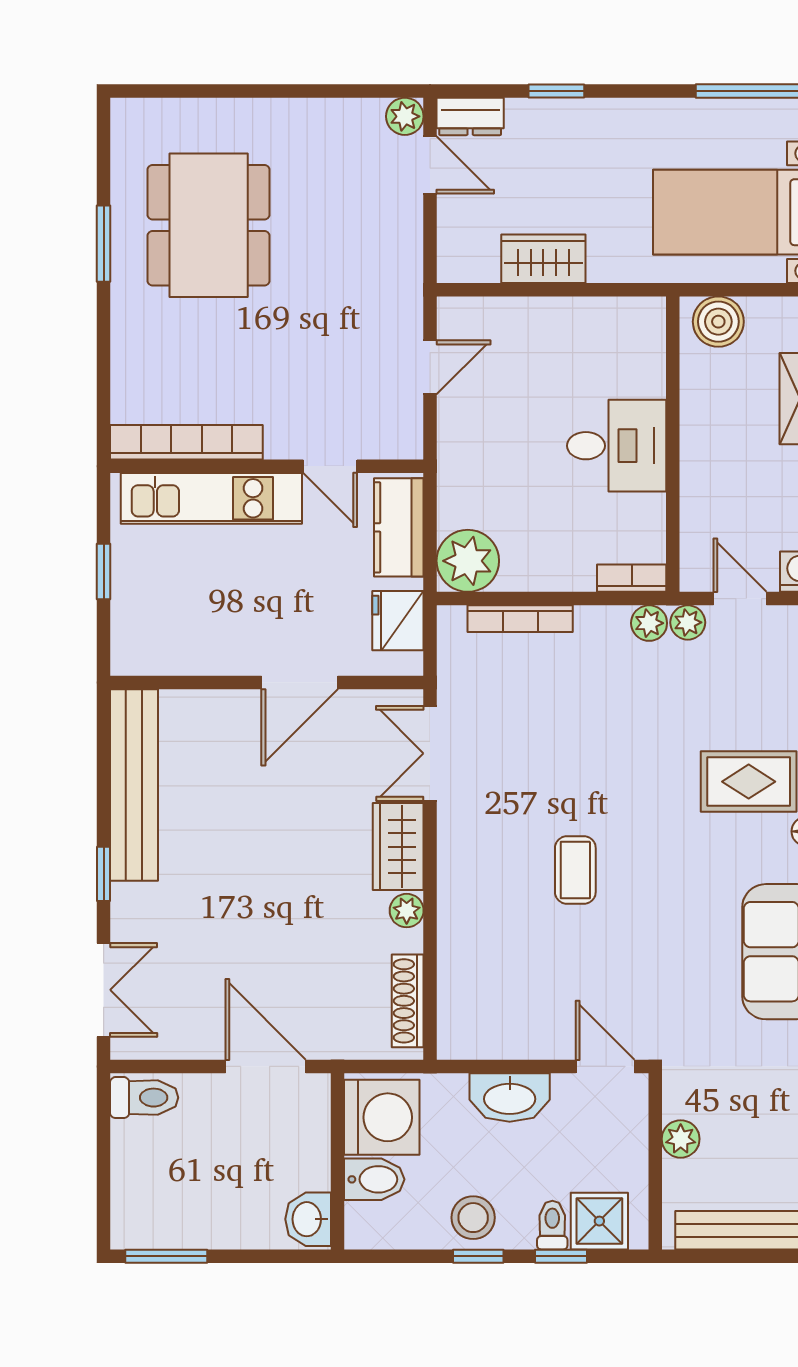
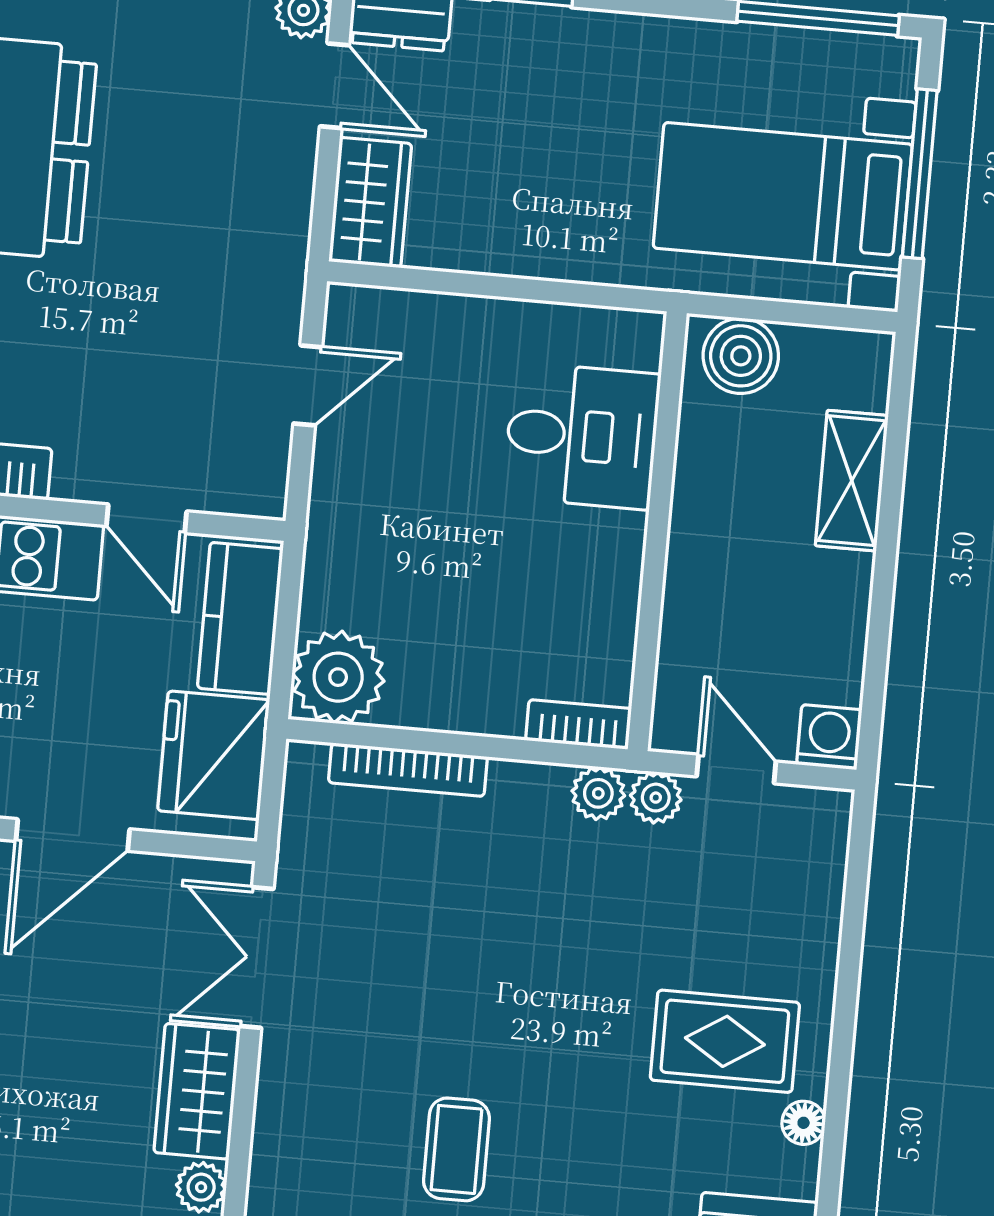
wardrobe: (543, 259) -> (370, 203), moved, turned 90
desk: (617, 446) -> (582, 436), moved
fridge: (398, 621) -> (214, 755), width x1.36, depth x1.34

